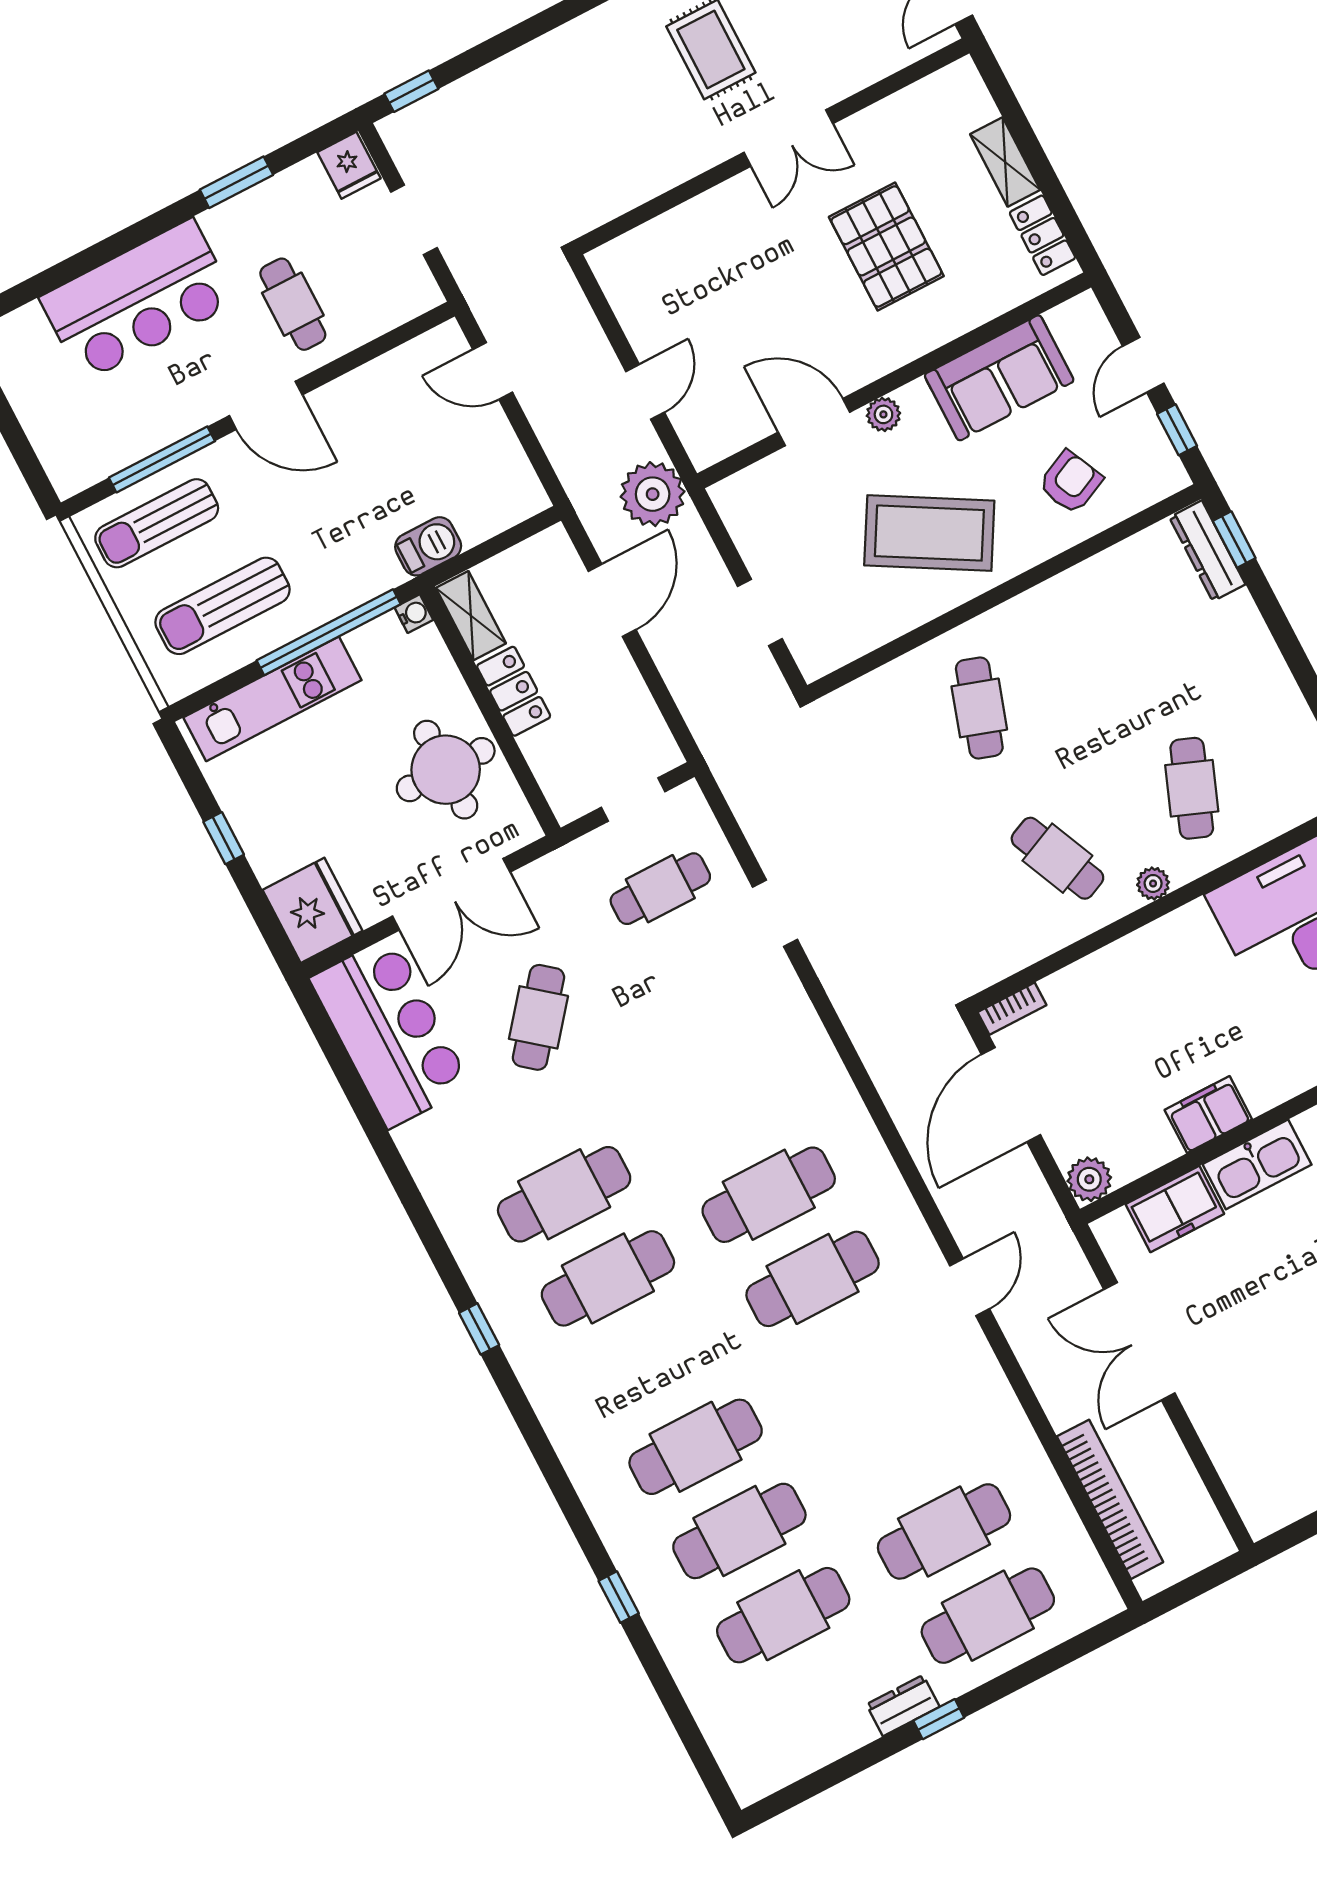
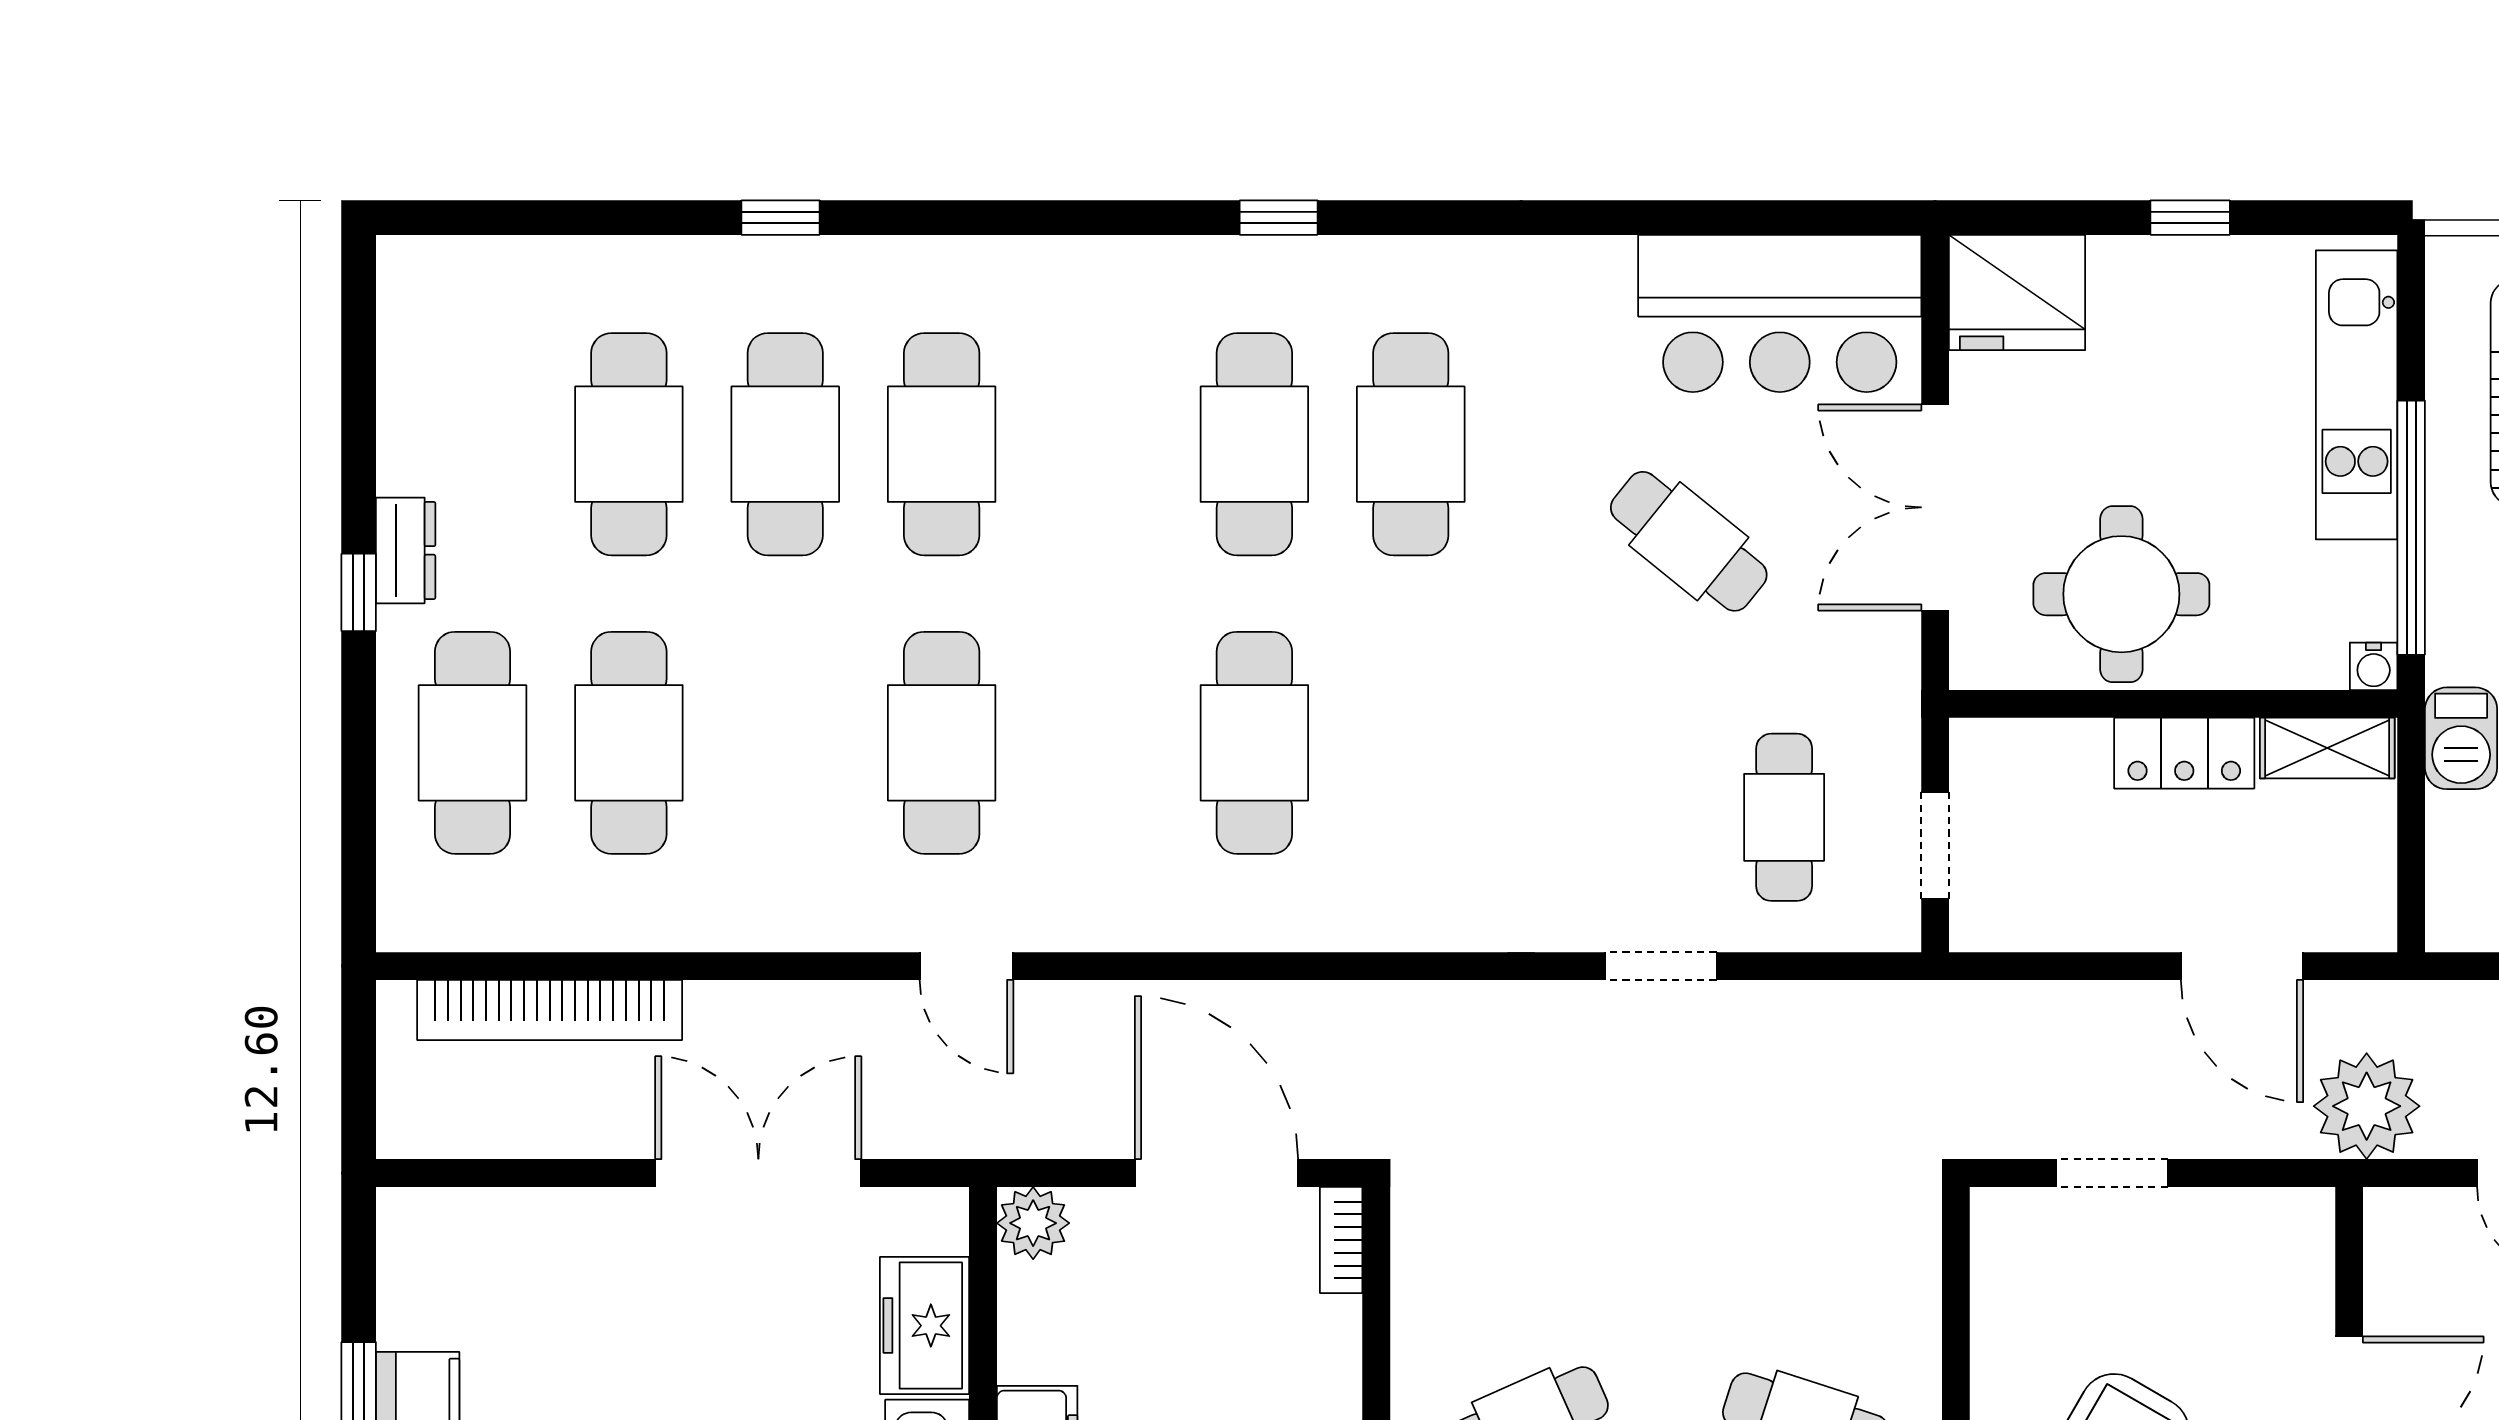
cafe table: (813, 1279) -> (942, 743), moved

